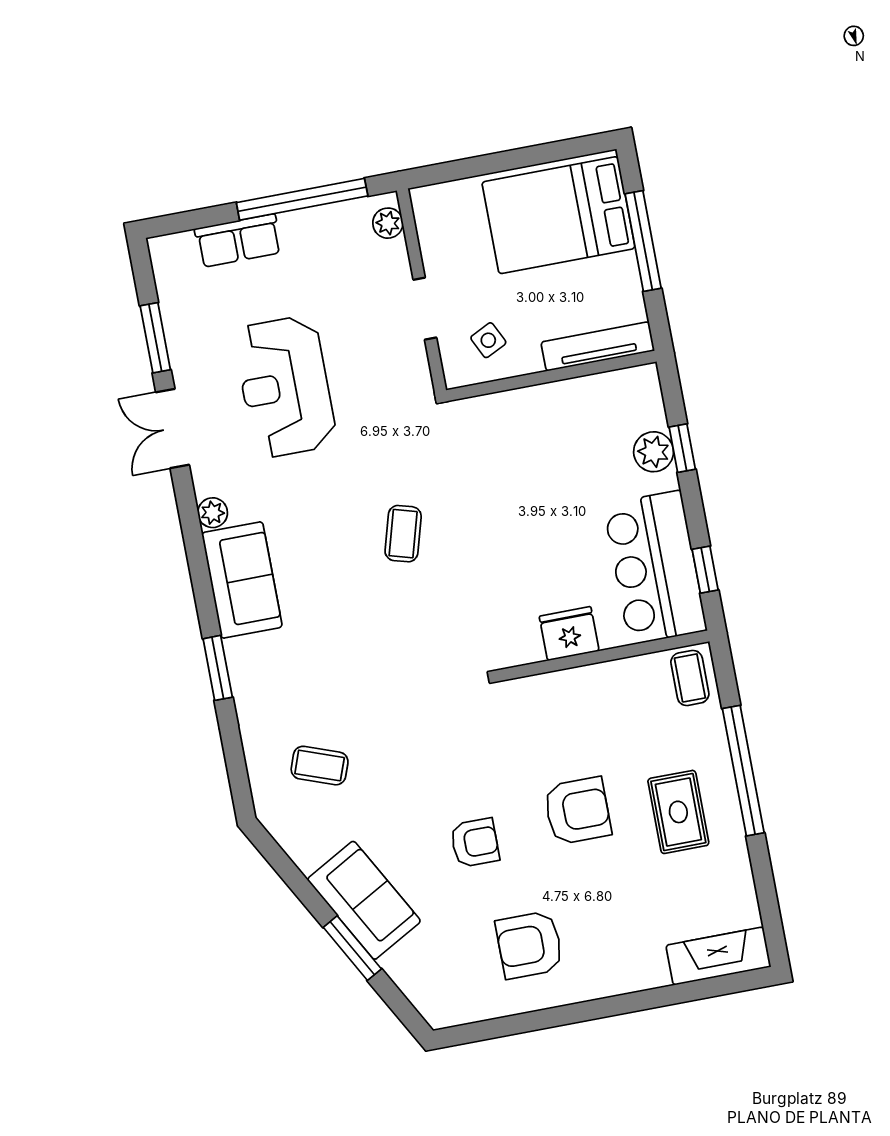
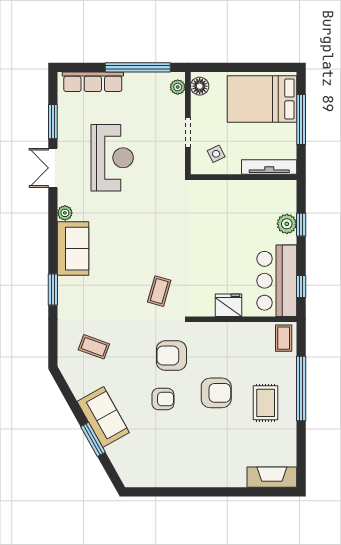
floor lamp: (431, 213) -> (200, 86), added
row of seats: (238, 241) -> (93, 82), width x1.48
reception desk: (285, 387) -> (112, 158), turned 180
coffee table: (403, 534) -> (159, 291), moved
armchair: (529, 945) -> (171, 356), moved

